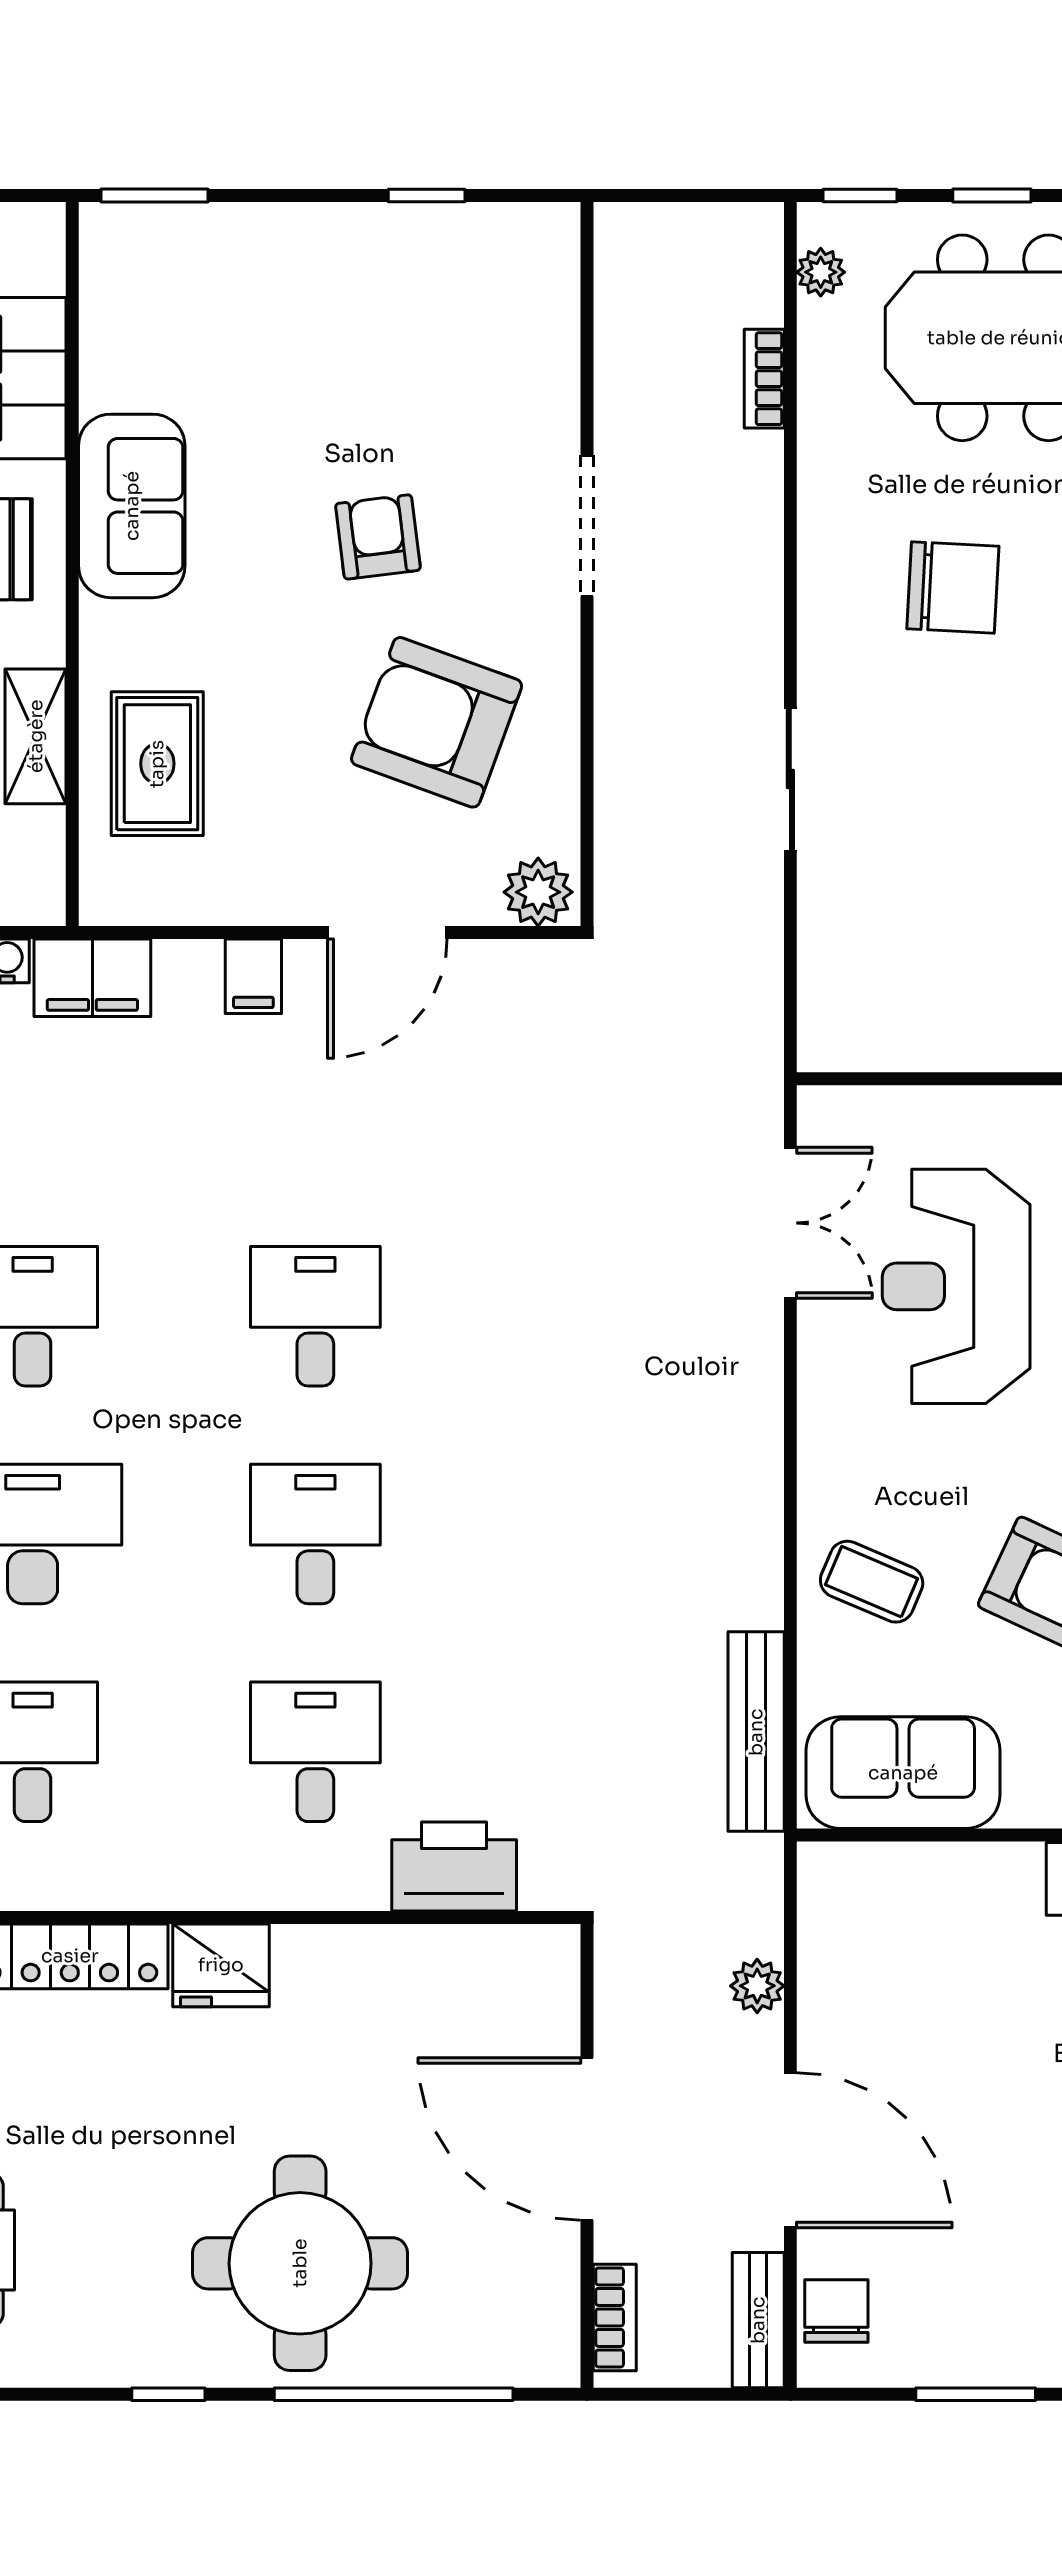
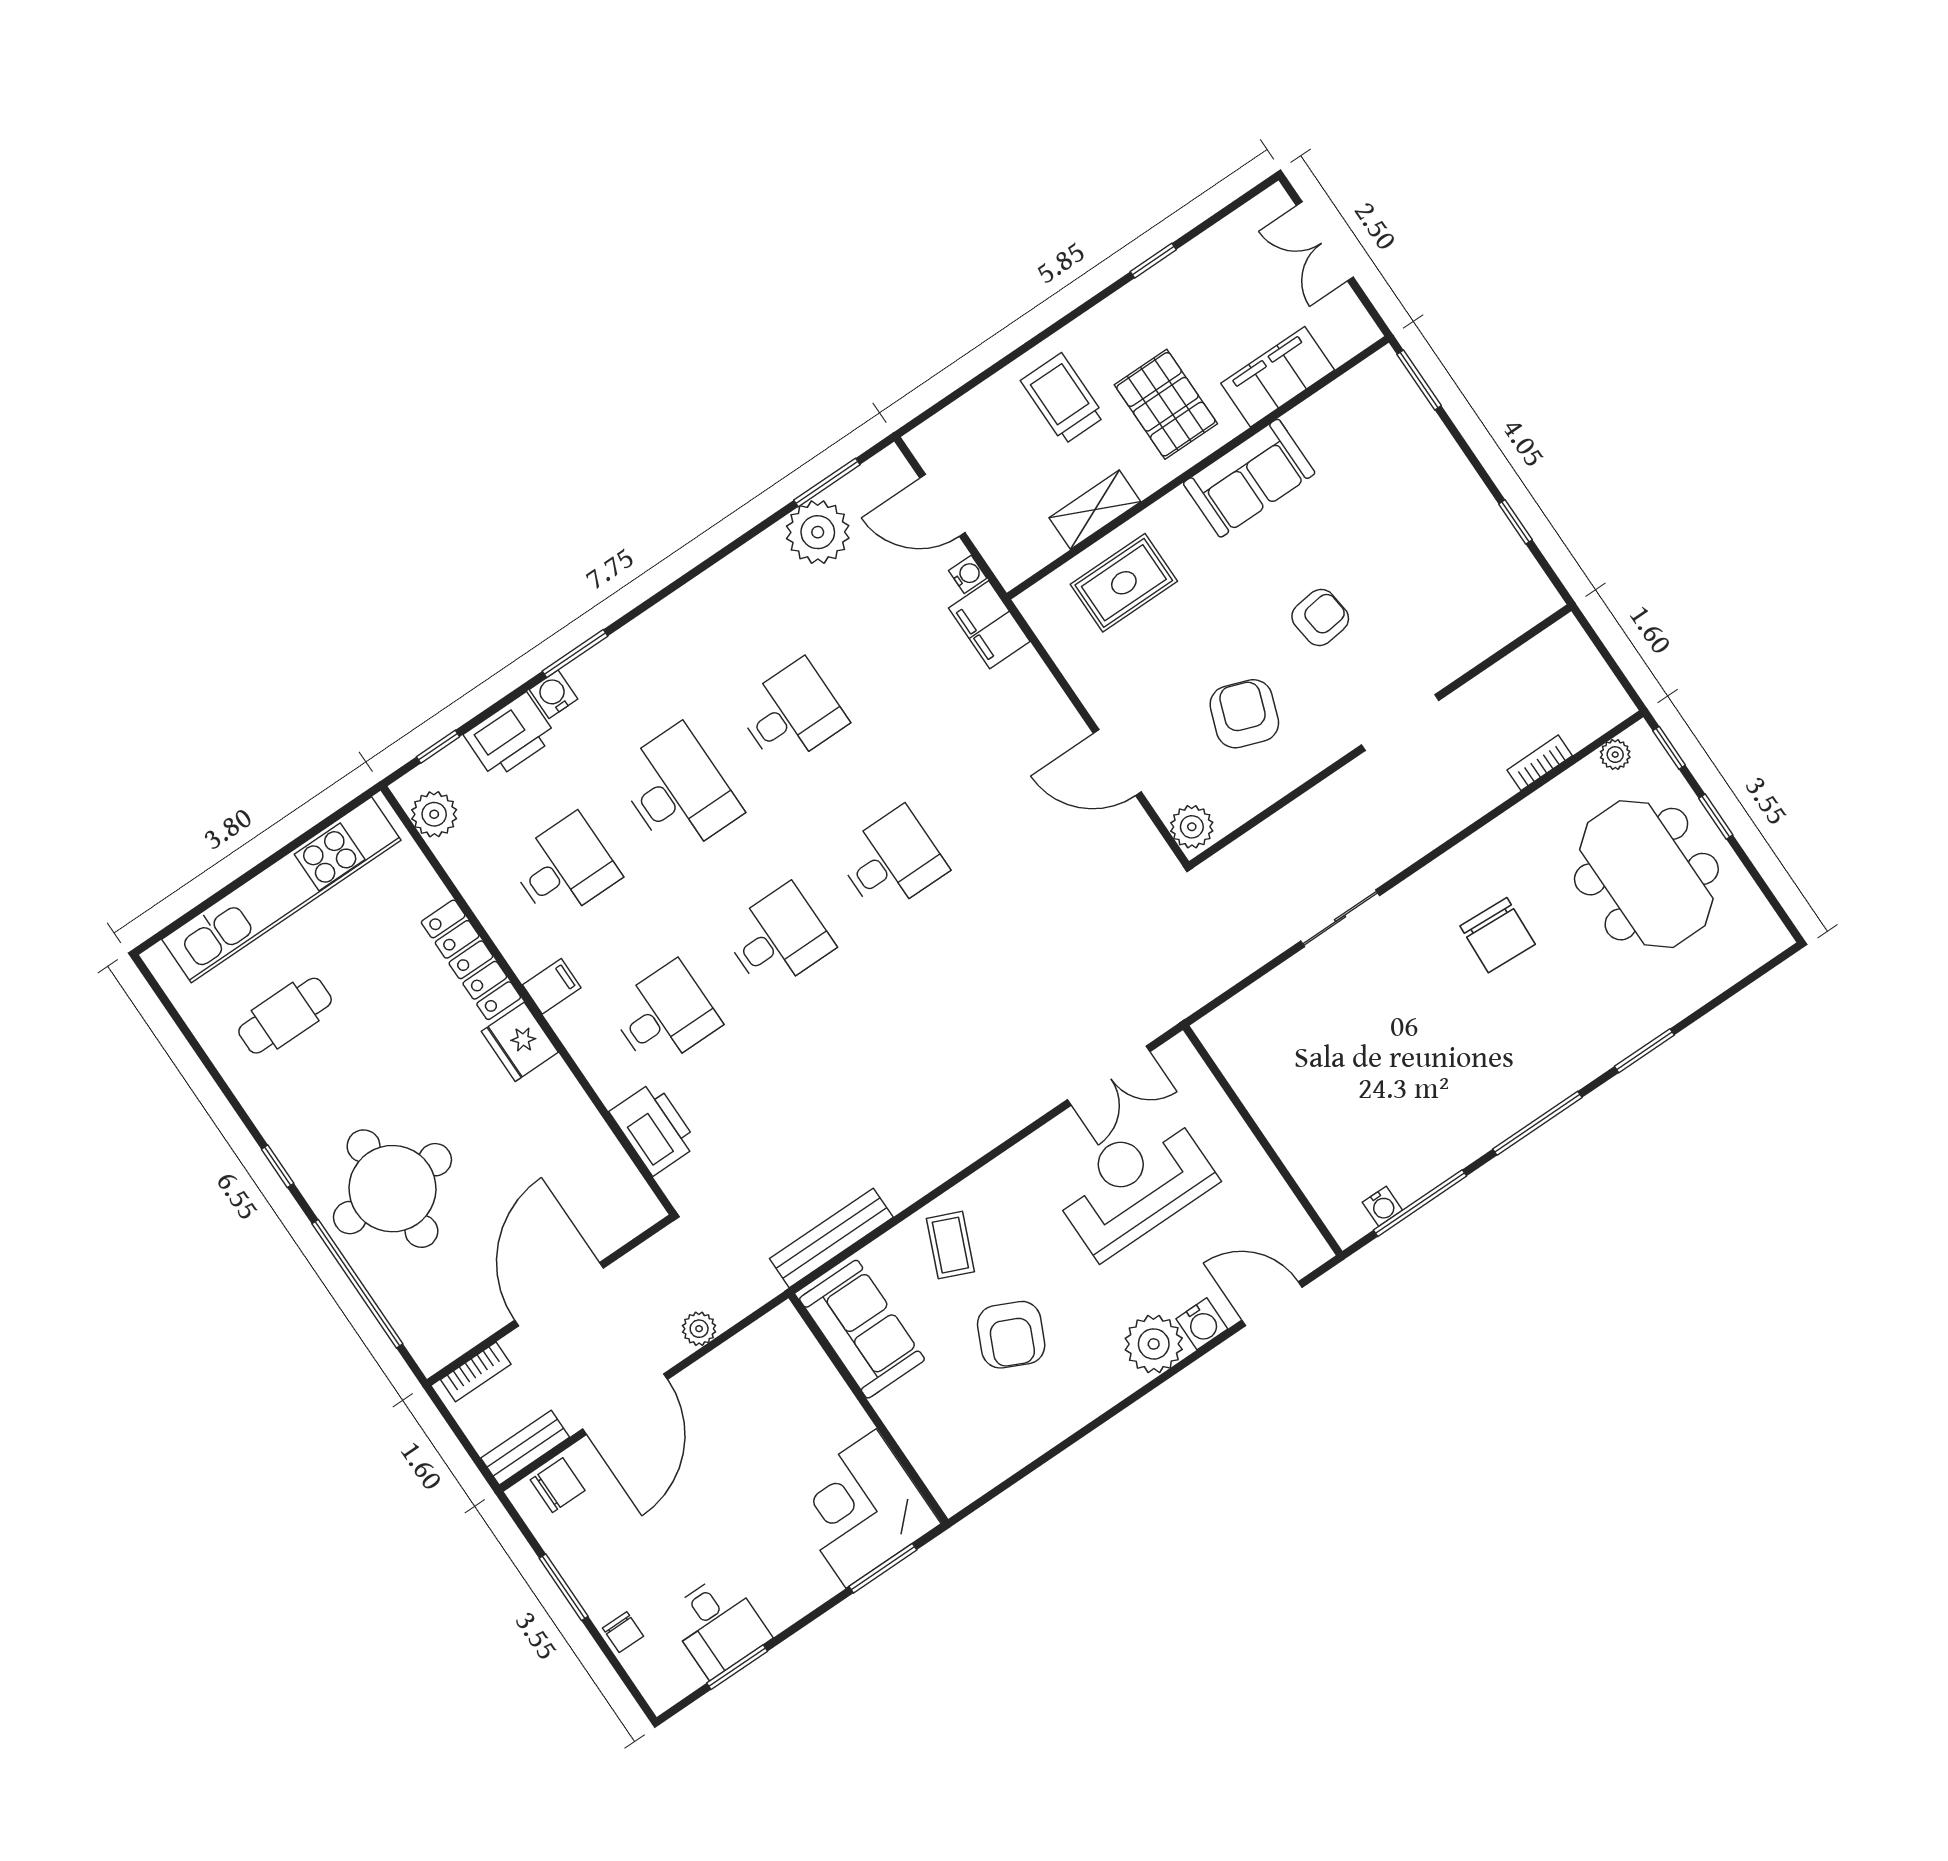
armchair: (437, 722) -> (1244, 714), width x0.73, depth x0.73
filing cabinet: (253, 976) -> (552, 986), moved, turned 180

